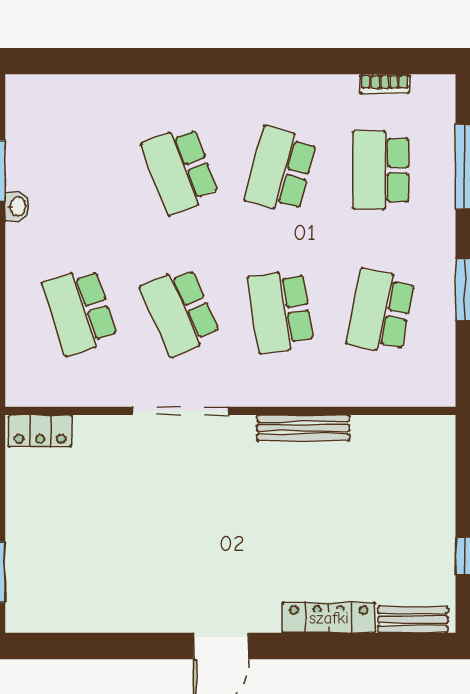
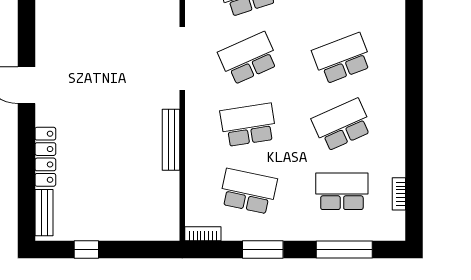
school desk: (281, 170) -> (342, 125), turned -39
bookcase: (445, 380) -> (203, 234), added

